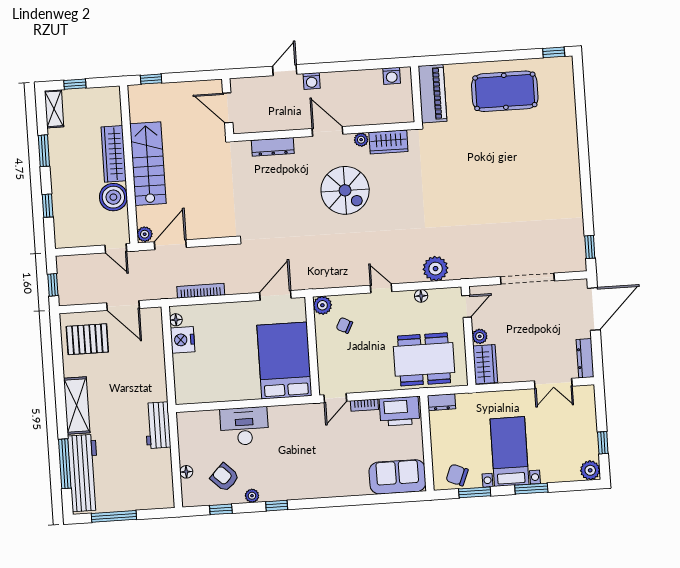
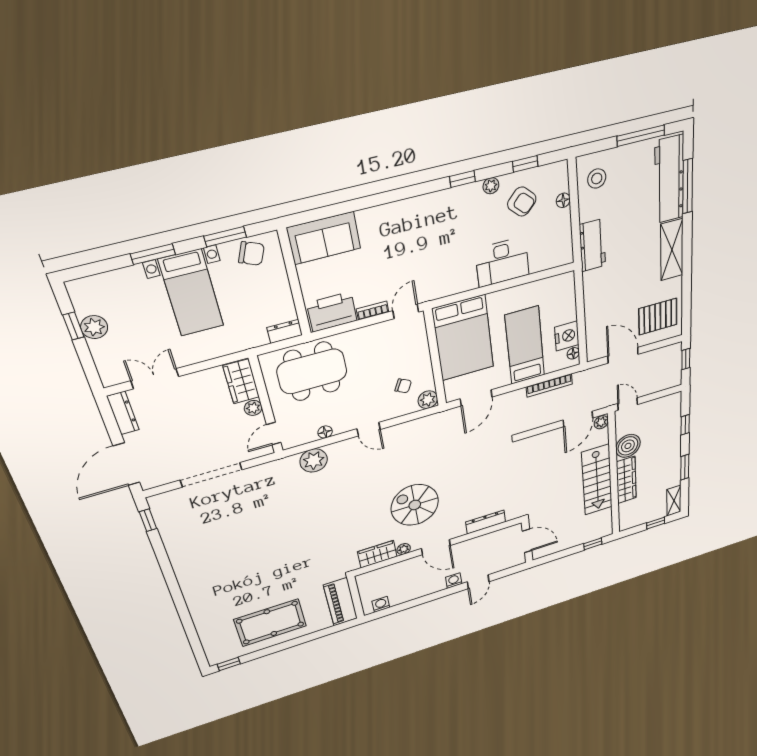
bed: (225, 339) -> (525, 346), added
plant: (590, 470) -> (94, 327), moved
stool: (155, 486) -> (597, 178), added

